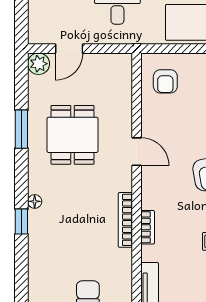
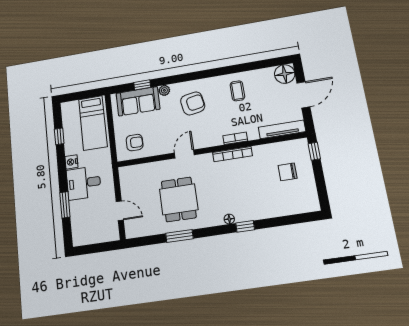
plant: (39, 64) -> (132, 230), removed
dining table: (73, 135) -> (179, 199), turned 90

